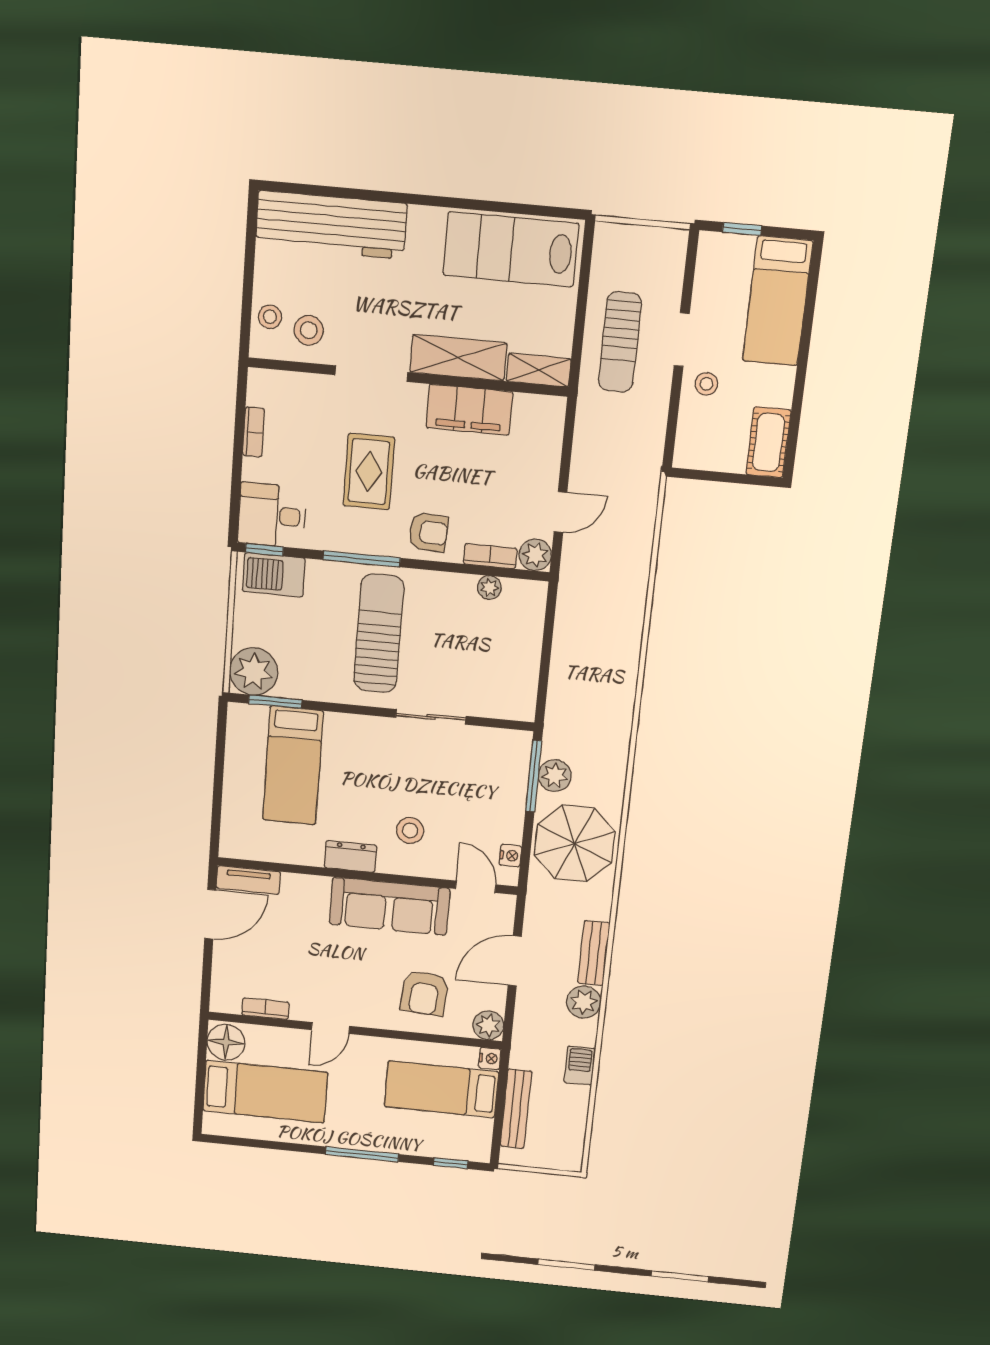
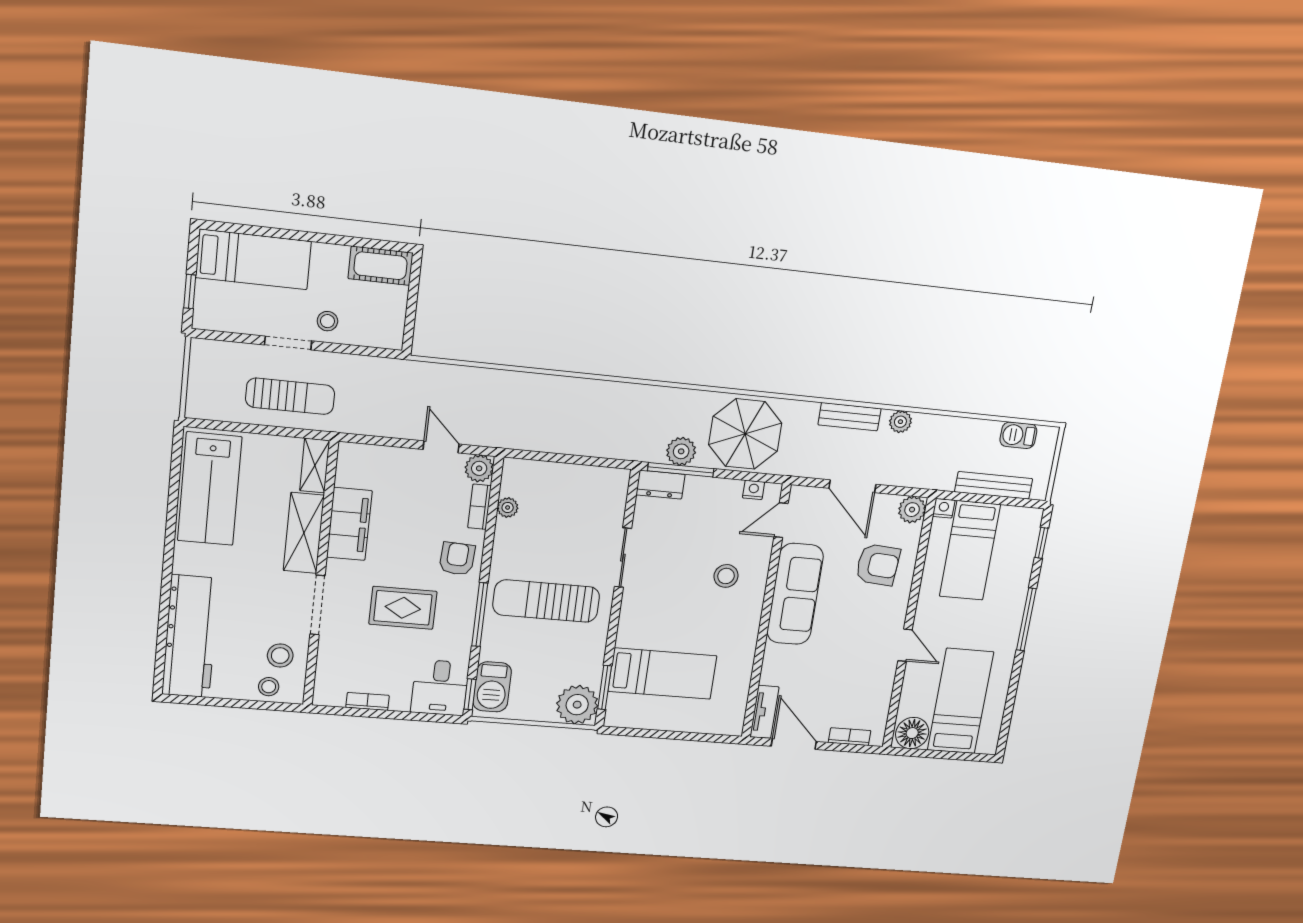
dresser: (350, 856) -> (660, 485), moved, turned -90
plant: (584, 1002) -> (900, 422), width x0.73, depth x0.73
bookcase: (265, 1009) -> (850, 737), moved, turned 90
barbecue: (580, 1066) -> (1018, 435), moved

